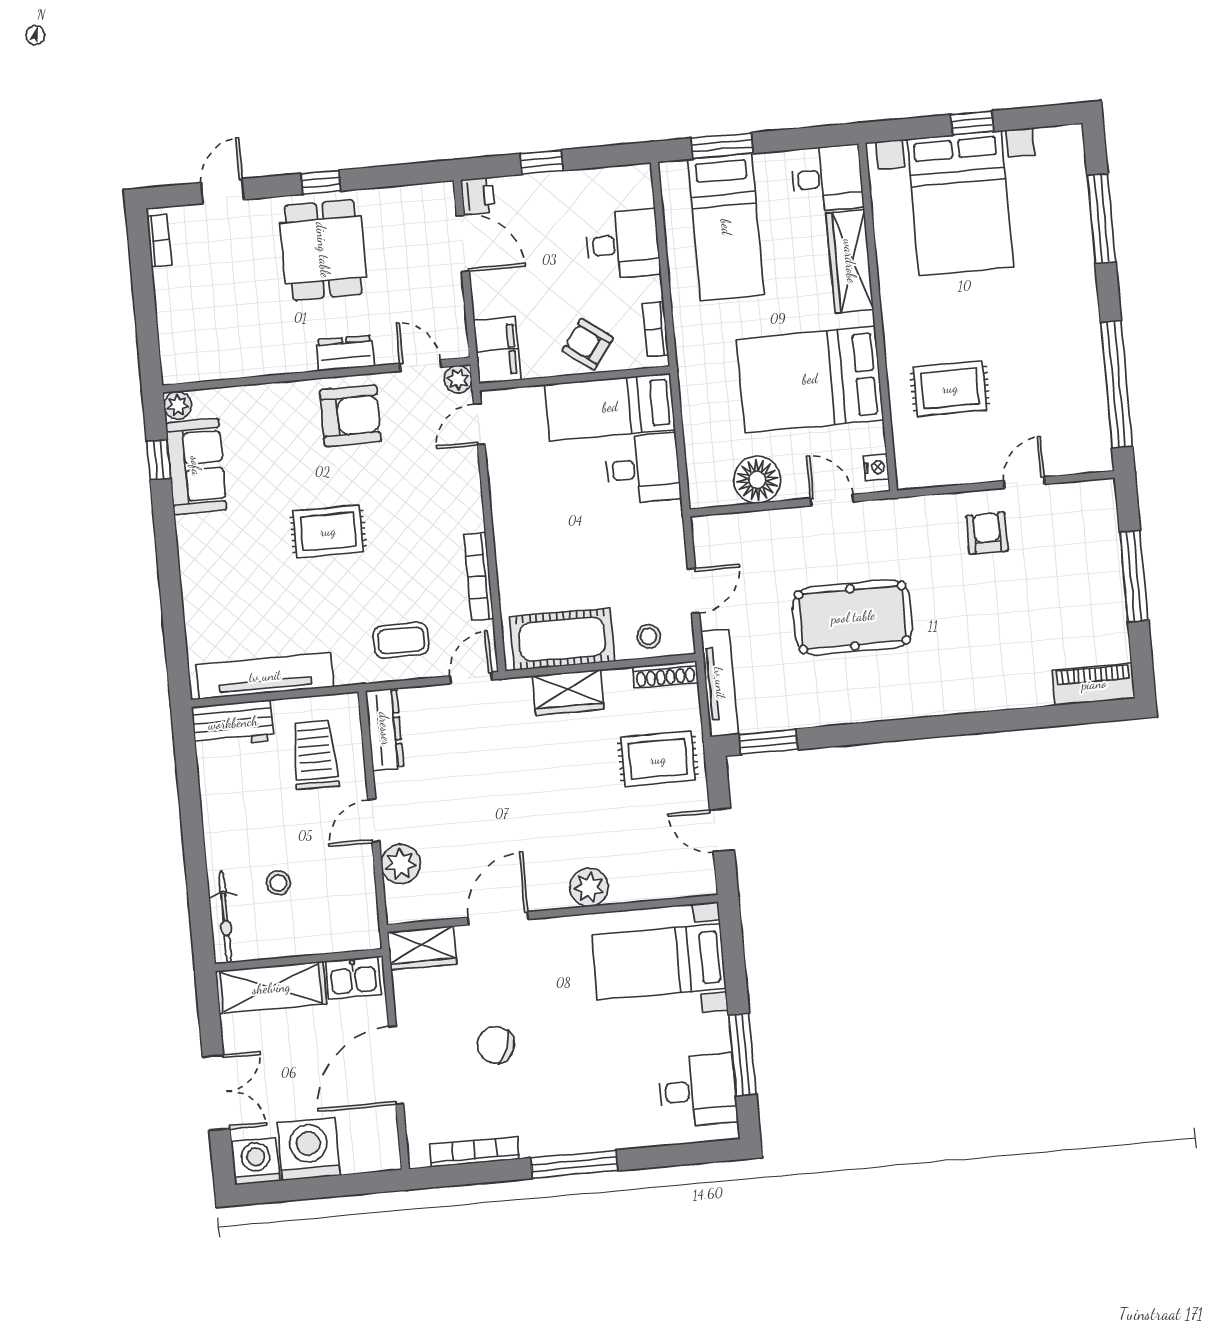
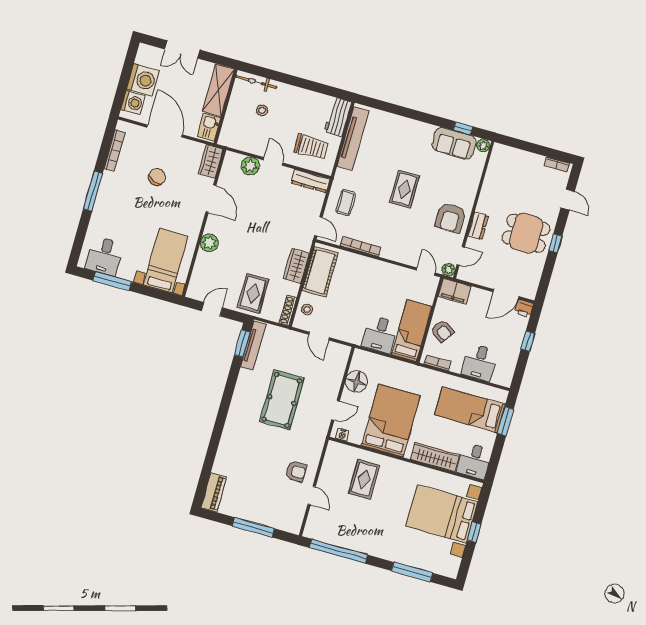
armchair: (587, 344) -> (442, 331), turned 88
tv unit: (720, 683) -> (253, 346), moved, turned -90
washing machine: (256, 1161) -> (133, 103), moved

